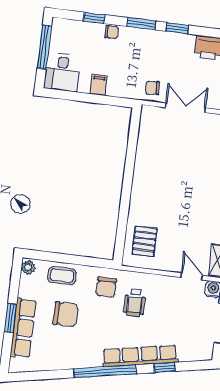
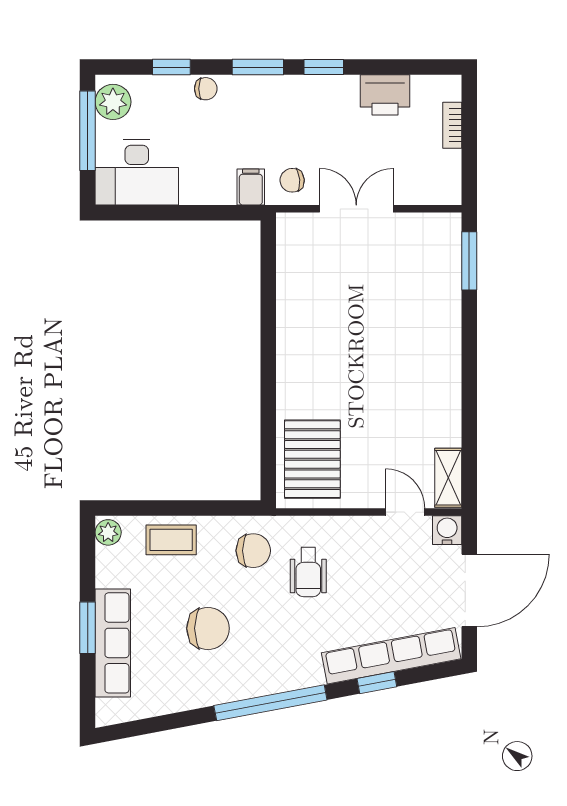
plant: (60, 33) -> (113, 102), added
desk: (62, 72) -> (137, 173), width x1.37
filing cabinet: (99, 85) -> (251, 187), moved
pallet: (145, 241) -> (312, 459), width x1.50, depth x1.42
chair: (106, 287) -> (253, 551), turned -90
chair: (66, 314) -> (208, 628), moved
row of seats: (140, 356) -> (391, 656), moved

